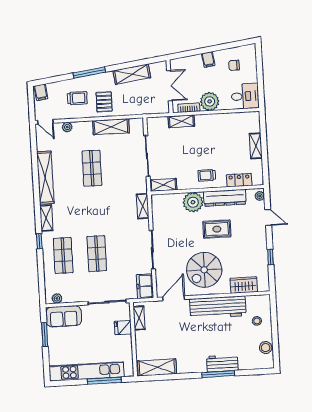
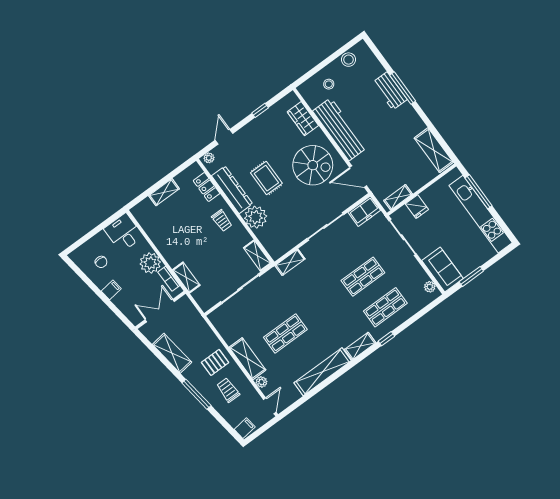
shelving: (111, 127) -> (247, 359), moved

